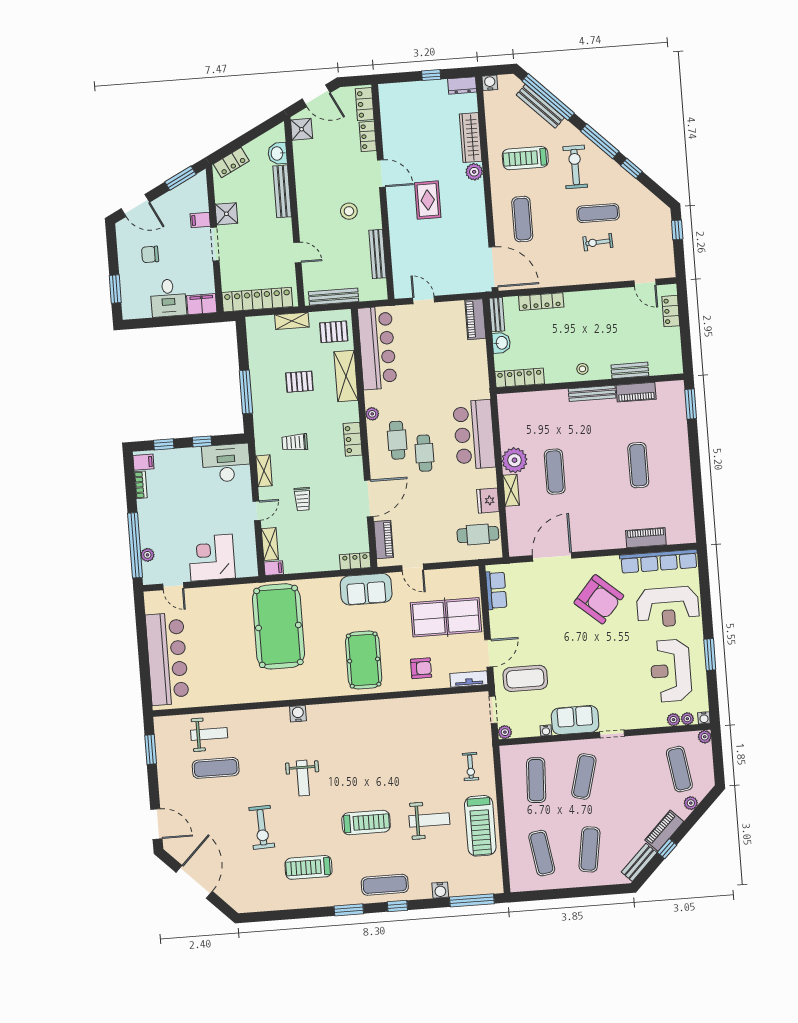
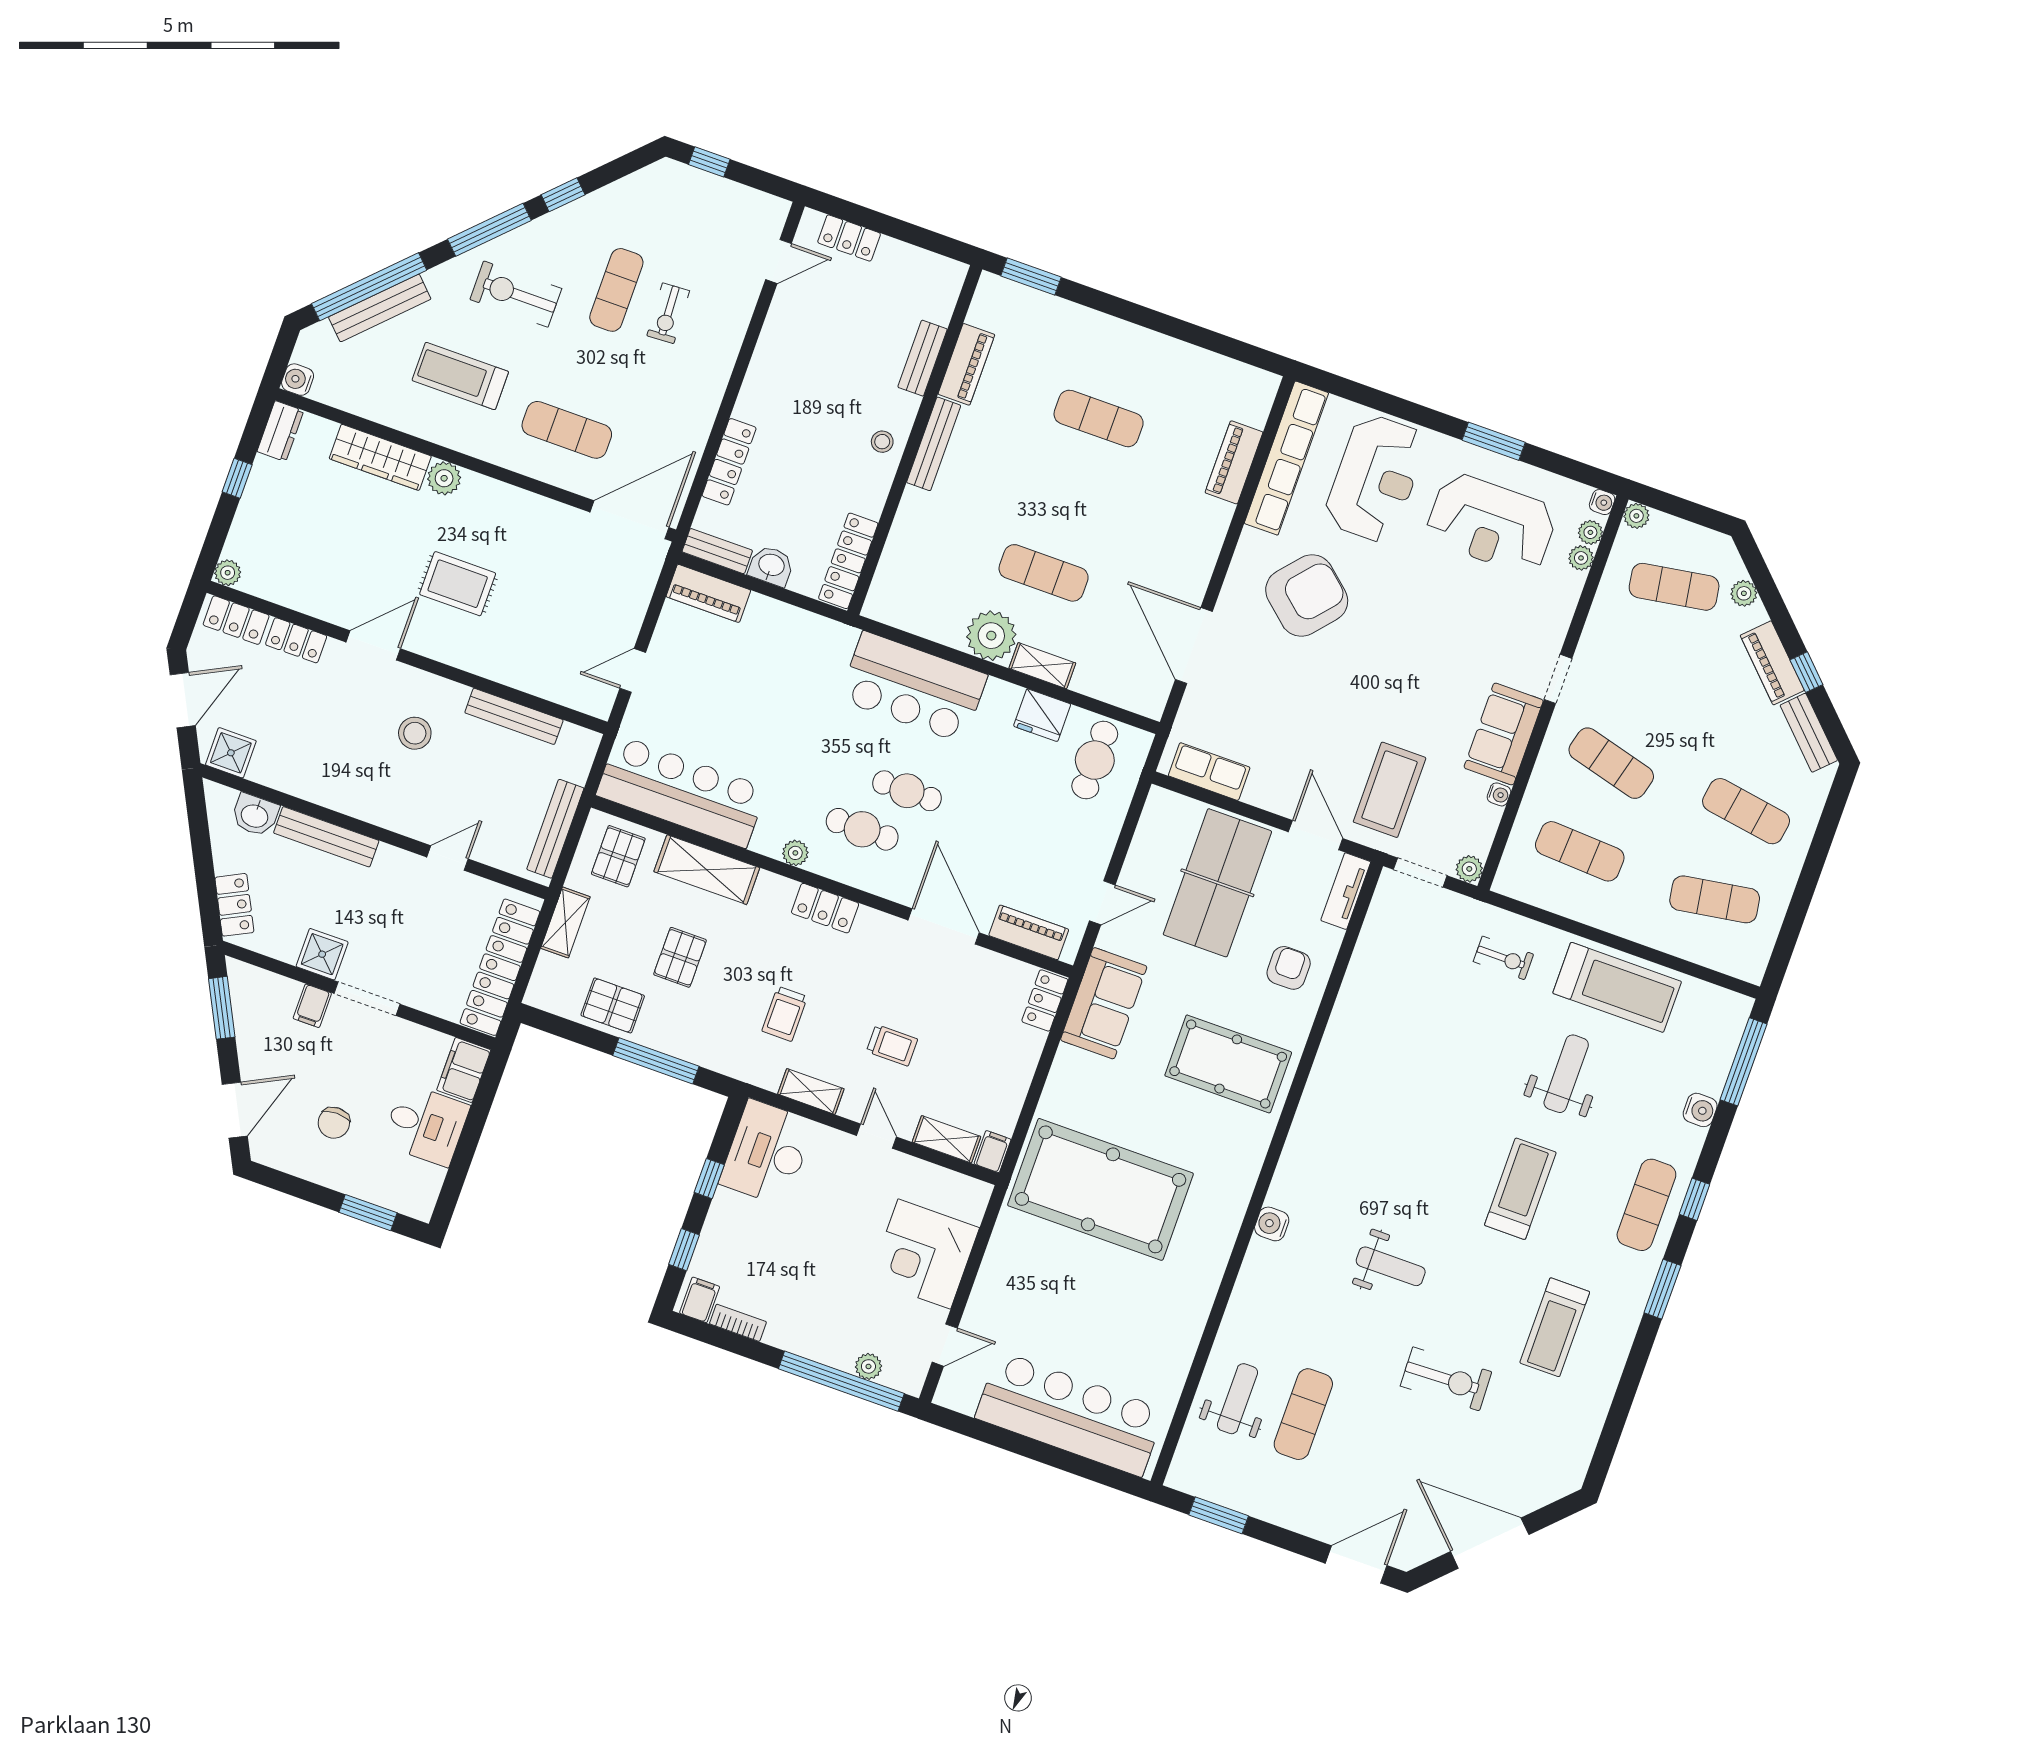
plant: (385, 90) -> (228, 573), added
treadmill: (525, 158) -> (460, 376), turned 90
pallet: (263, 360) -> (613, 1005), added

